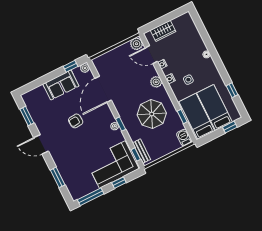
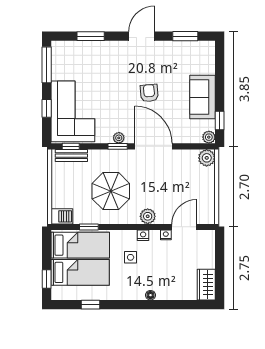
wardrobe: (163, 31) -> (206, 285), moved
plant: (136, 44) -> (207, 158), moved
door: (103, 89) -> (153, 146), moved

